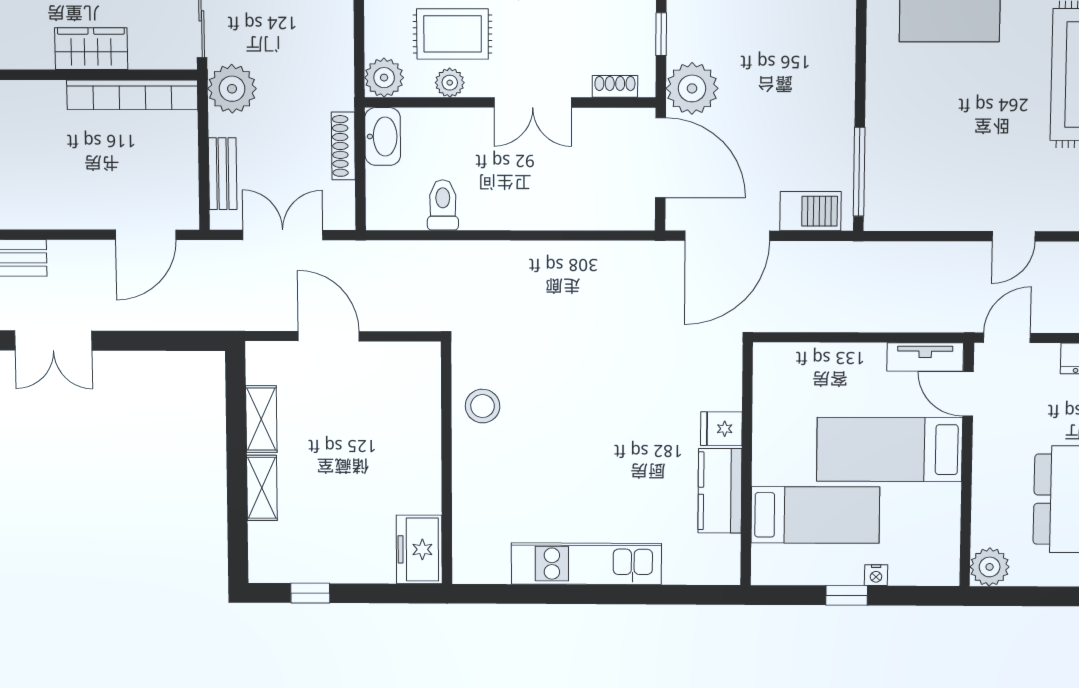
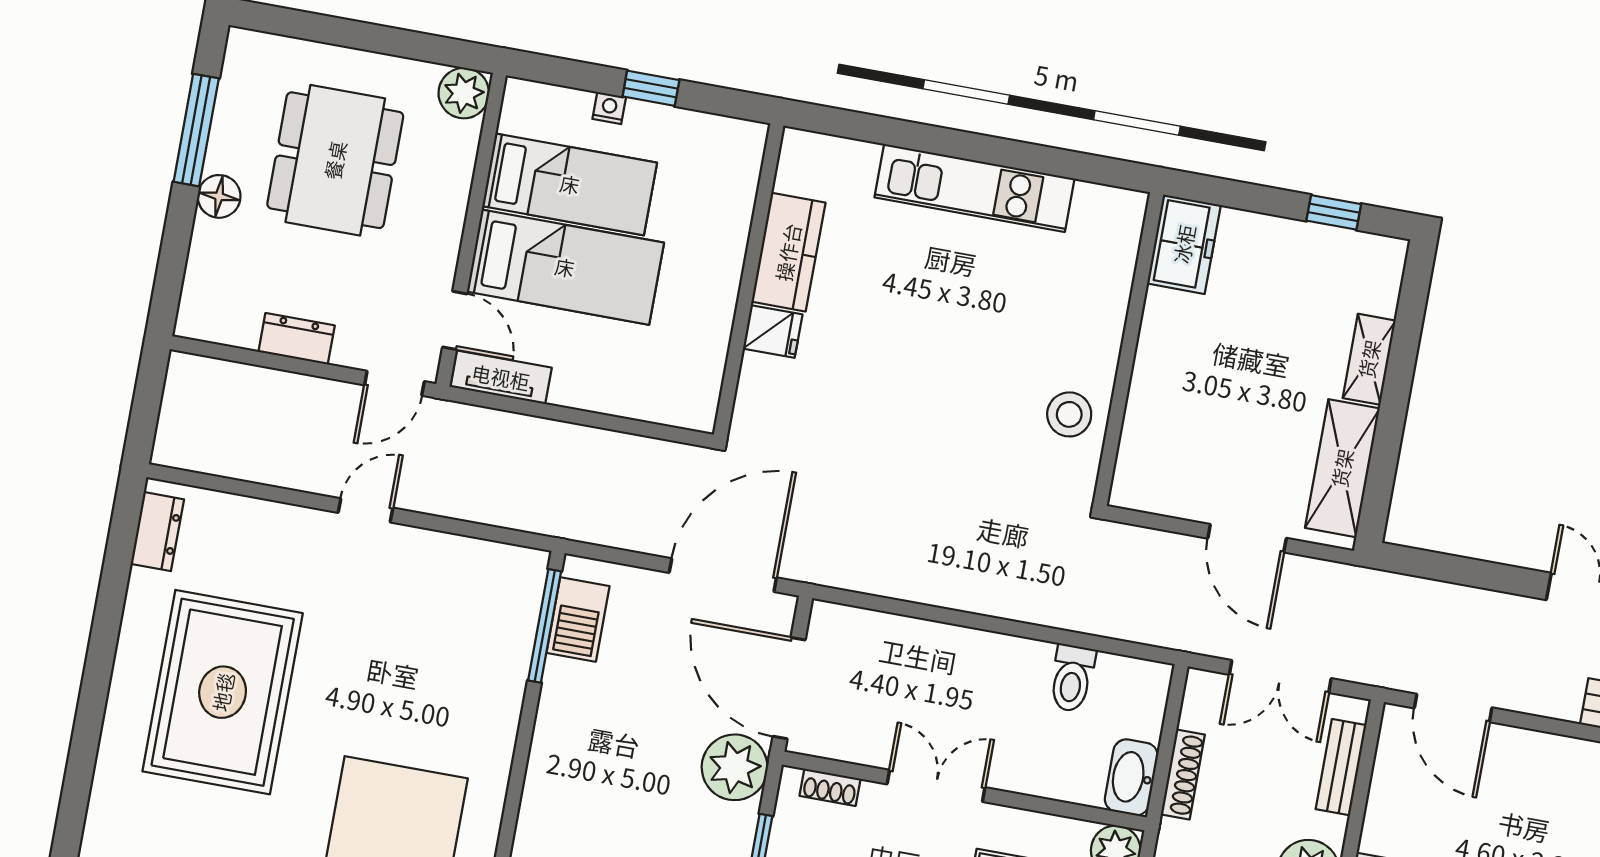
plant: (450, 83) -> (1035, 829), removed
barbecue: (810, 211) -> (578, 619), moved, turned -90
door: (146, 235) -> (1453, 708), swing flipped
shelving: (261, 419) -> (1342, 468), width x1.50, depth x1.33
bed: (815, 515) -> (570, 184), moved, turned 180

